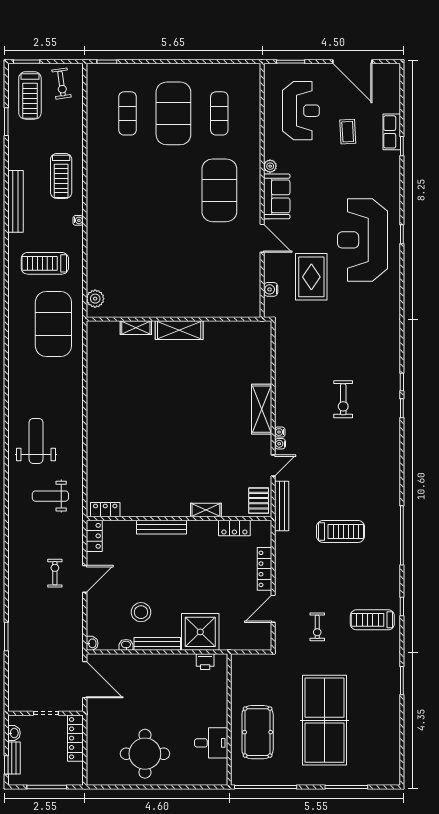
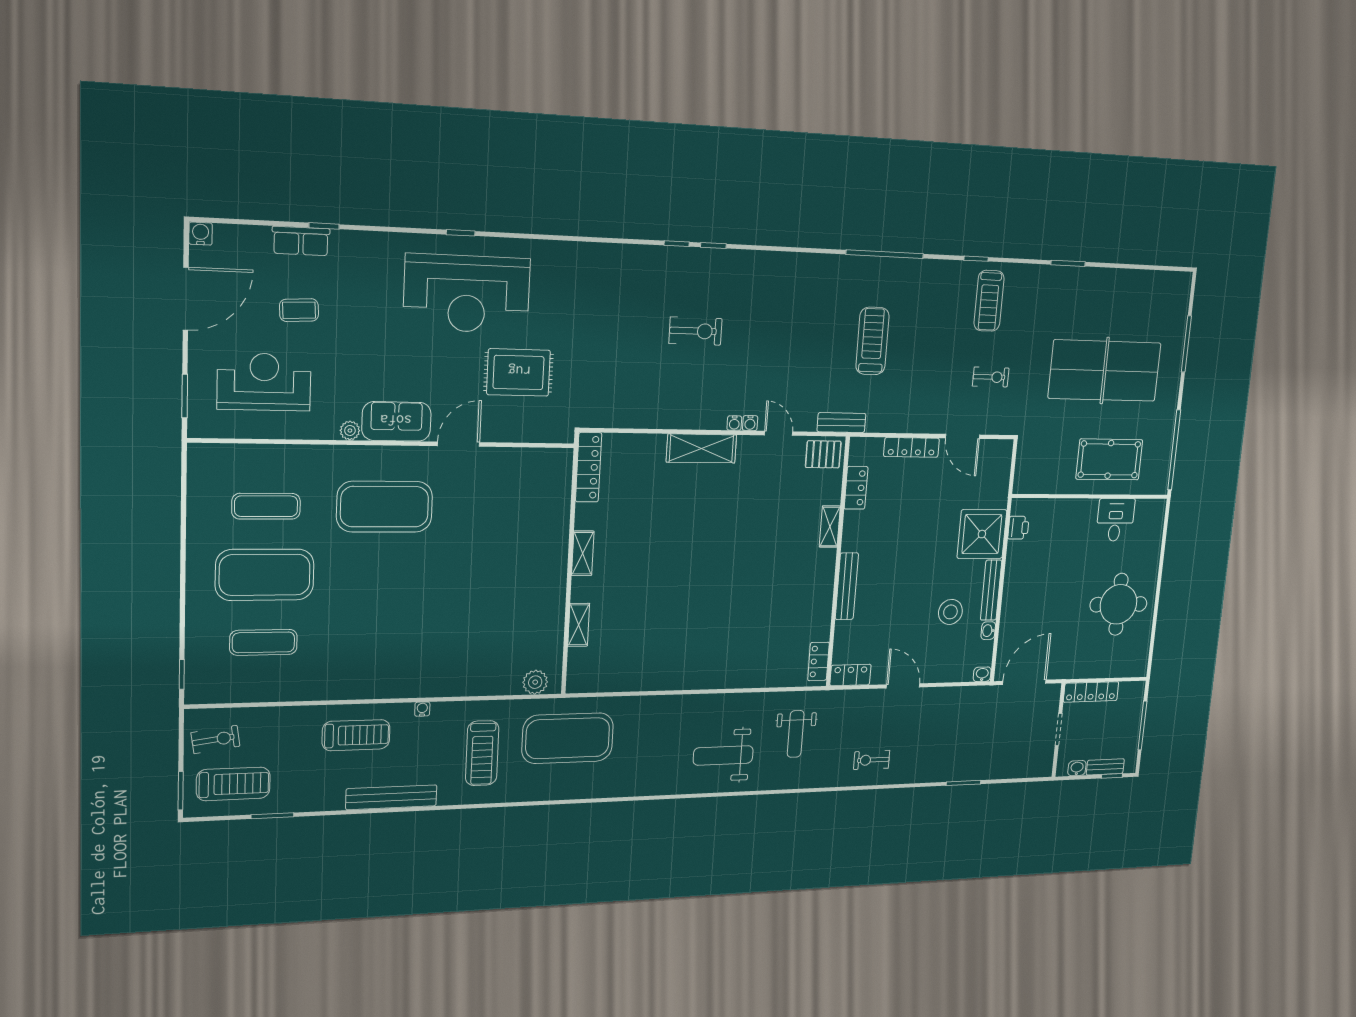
water cooler: (271, 289) -> (201, 234), moved, turned 180
locker: (247, 329) -> (589, 467), added
shelving: (179, 330) -> (583, 553), width x0.67, depth x0.75
bench: (282, 506) -> (841, 423), width x0.73
exercise bike: (55, 573) -> (872, 760), moved

